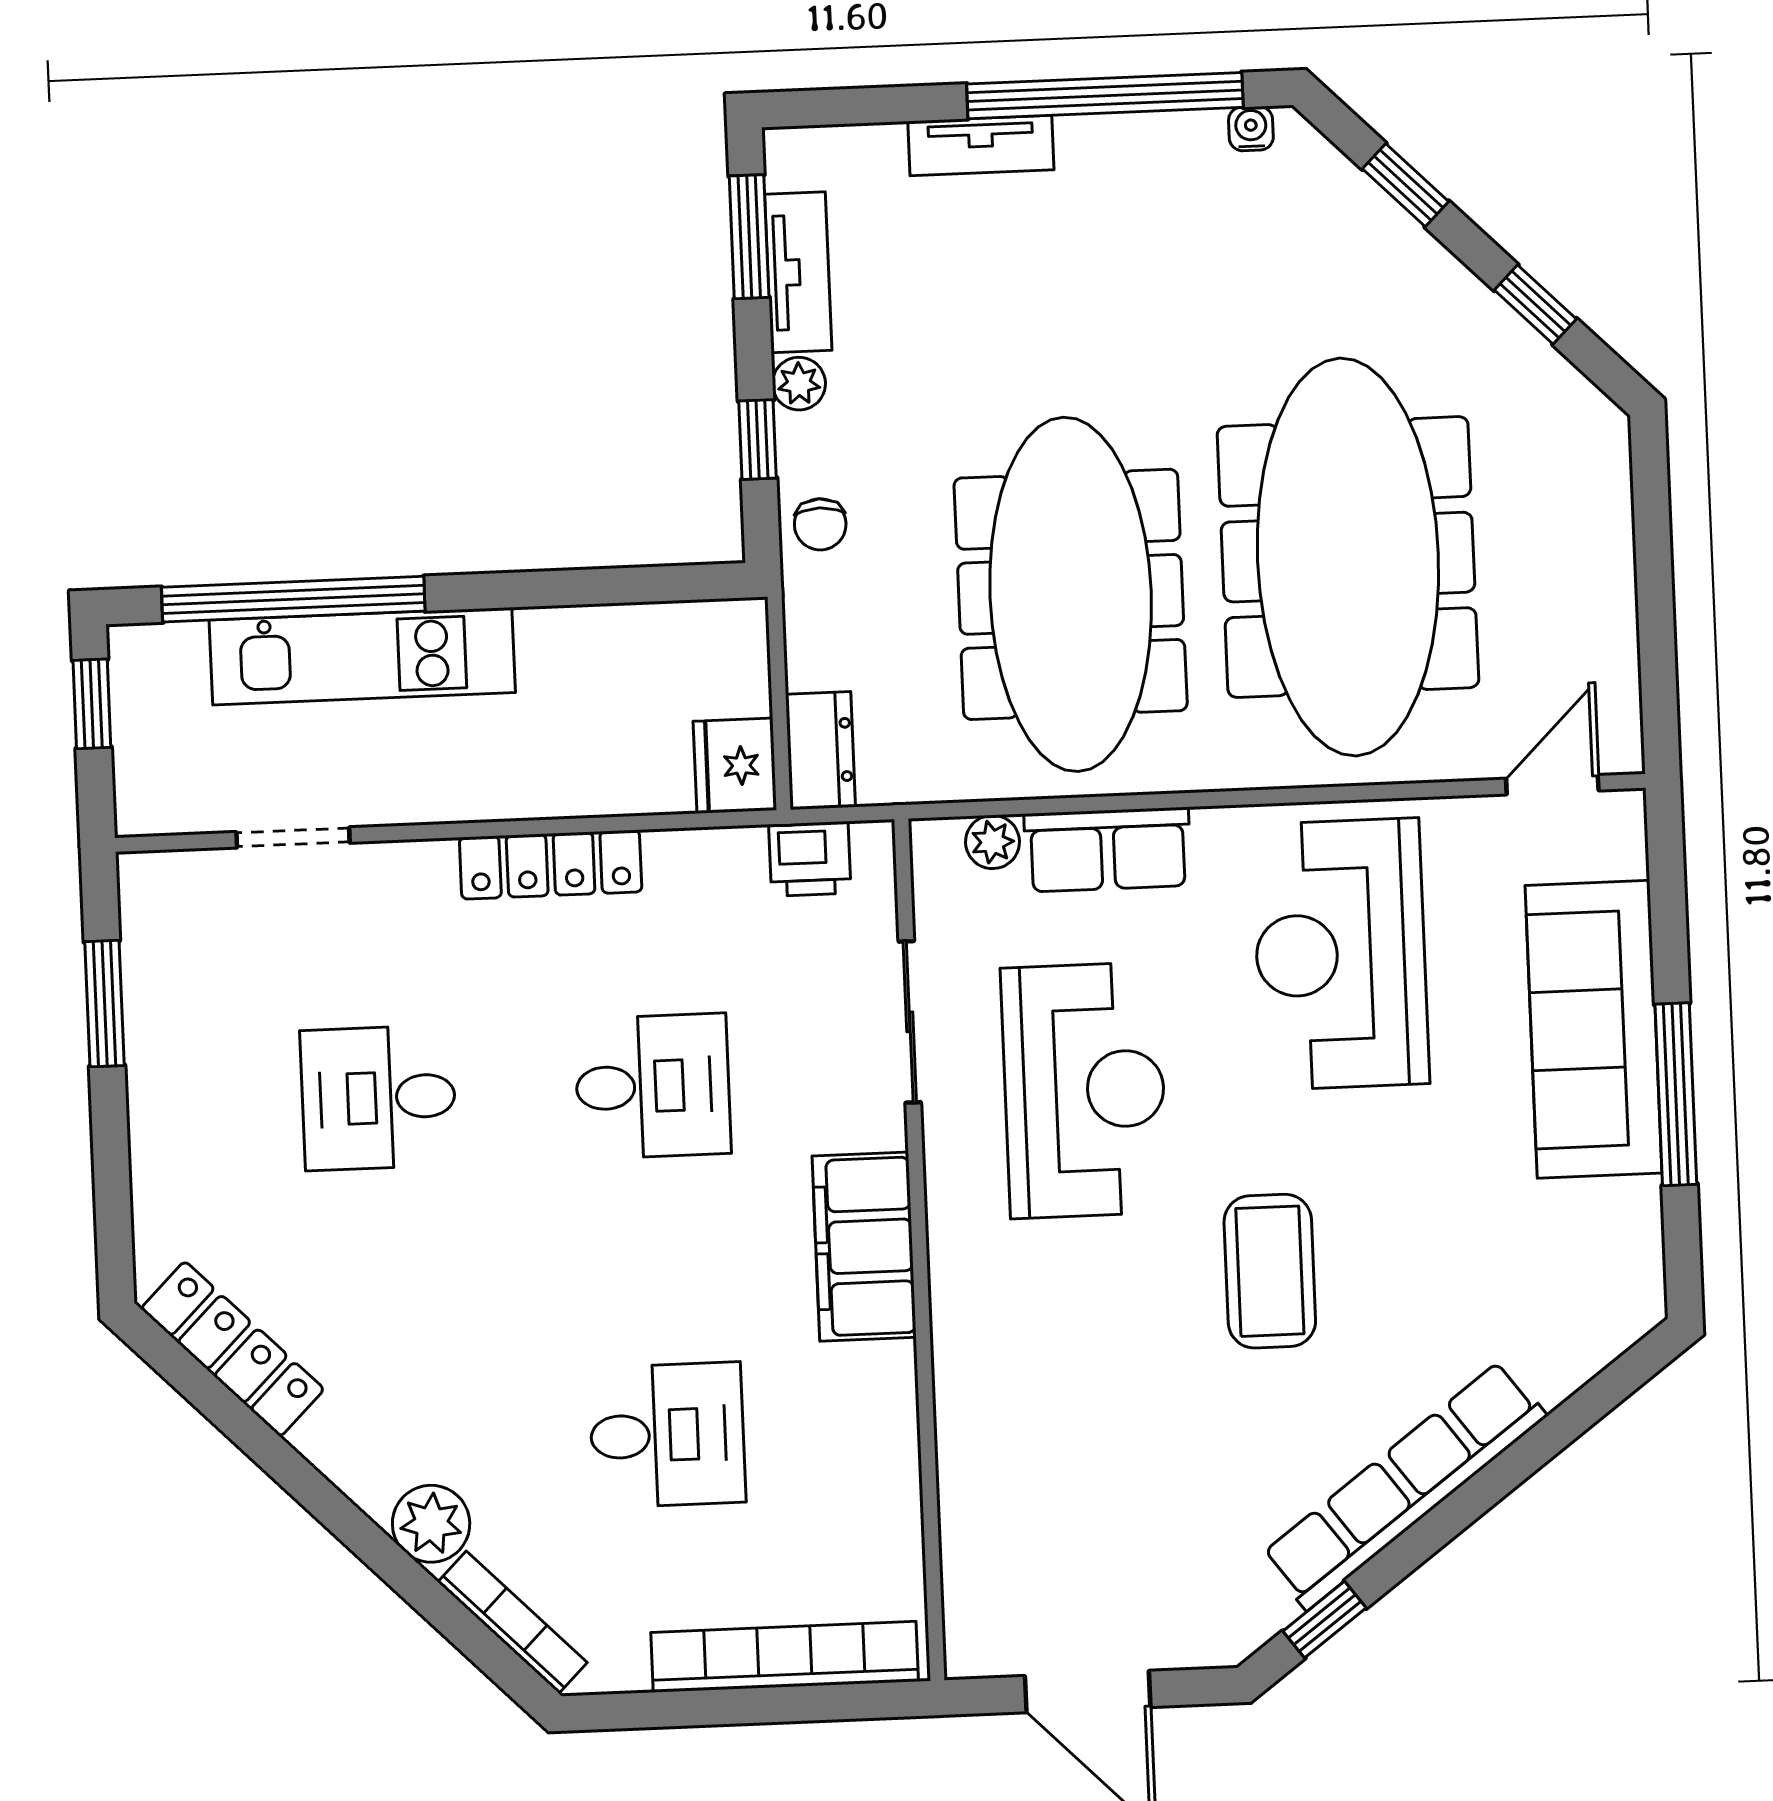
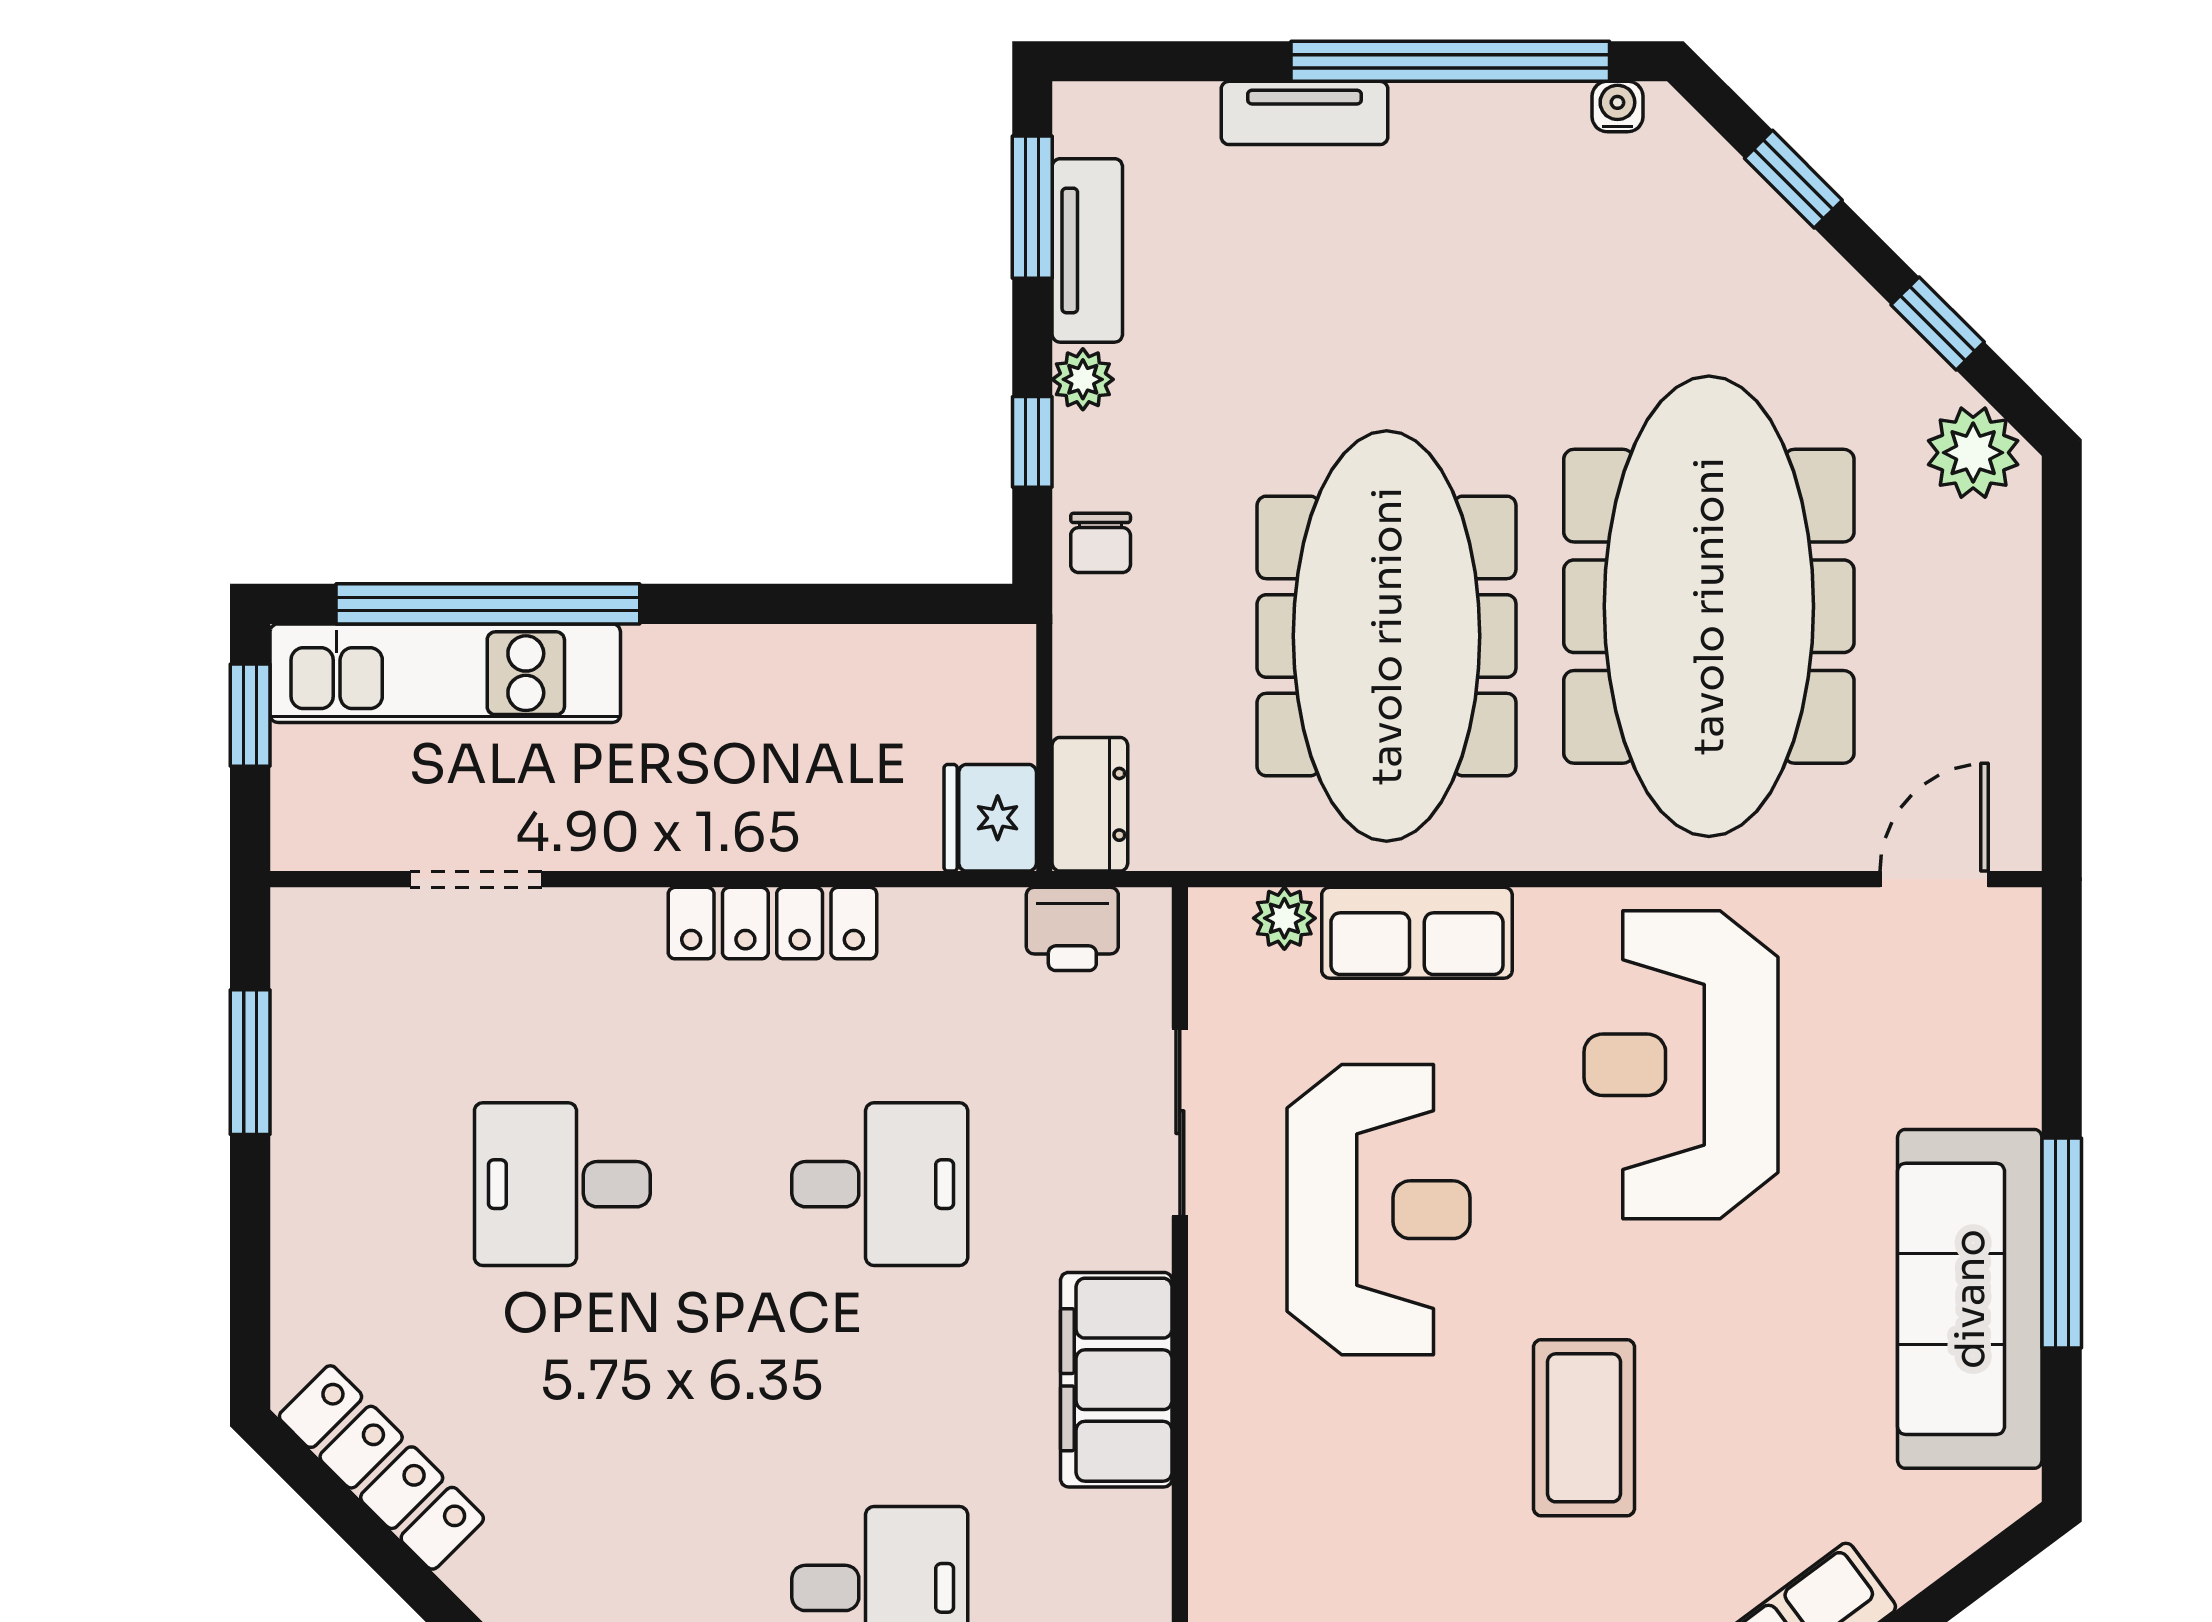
plant: (1571, 415) -> (1973, 453), added
kitchen unit: (362, 656) -> (445, 673), moved
sofa: (1594, 1029) -> (1970, 1299), moved

